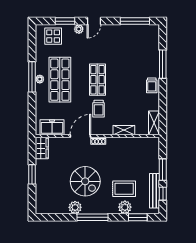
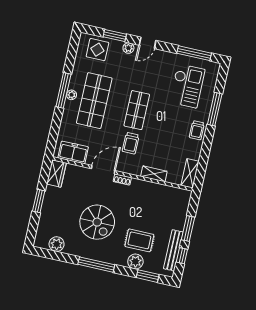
checkout: (135, 50) -> (187, 86), added
plant: (75, 207) -> (57, 244), moved

